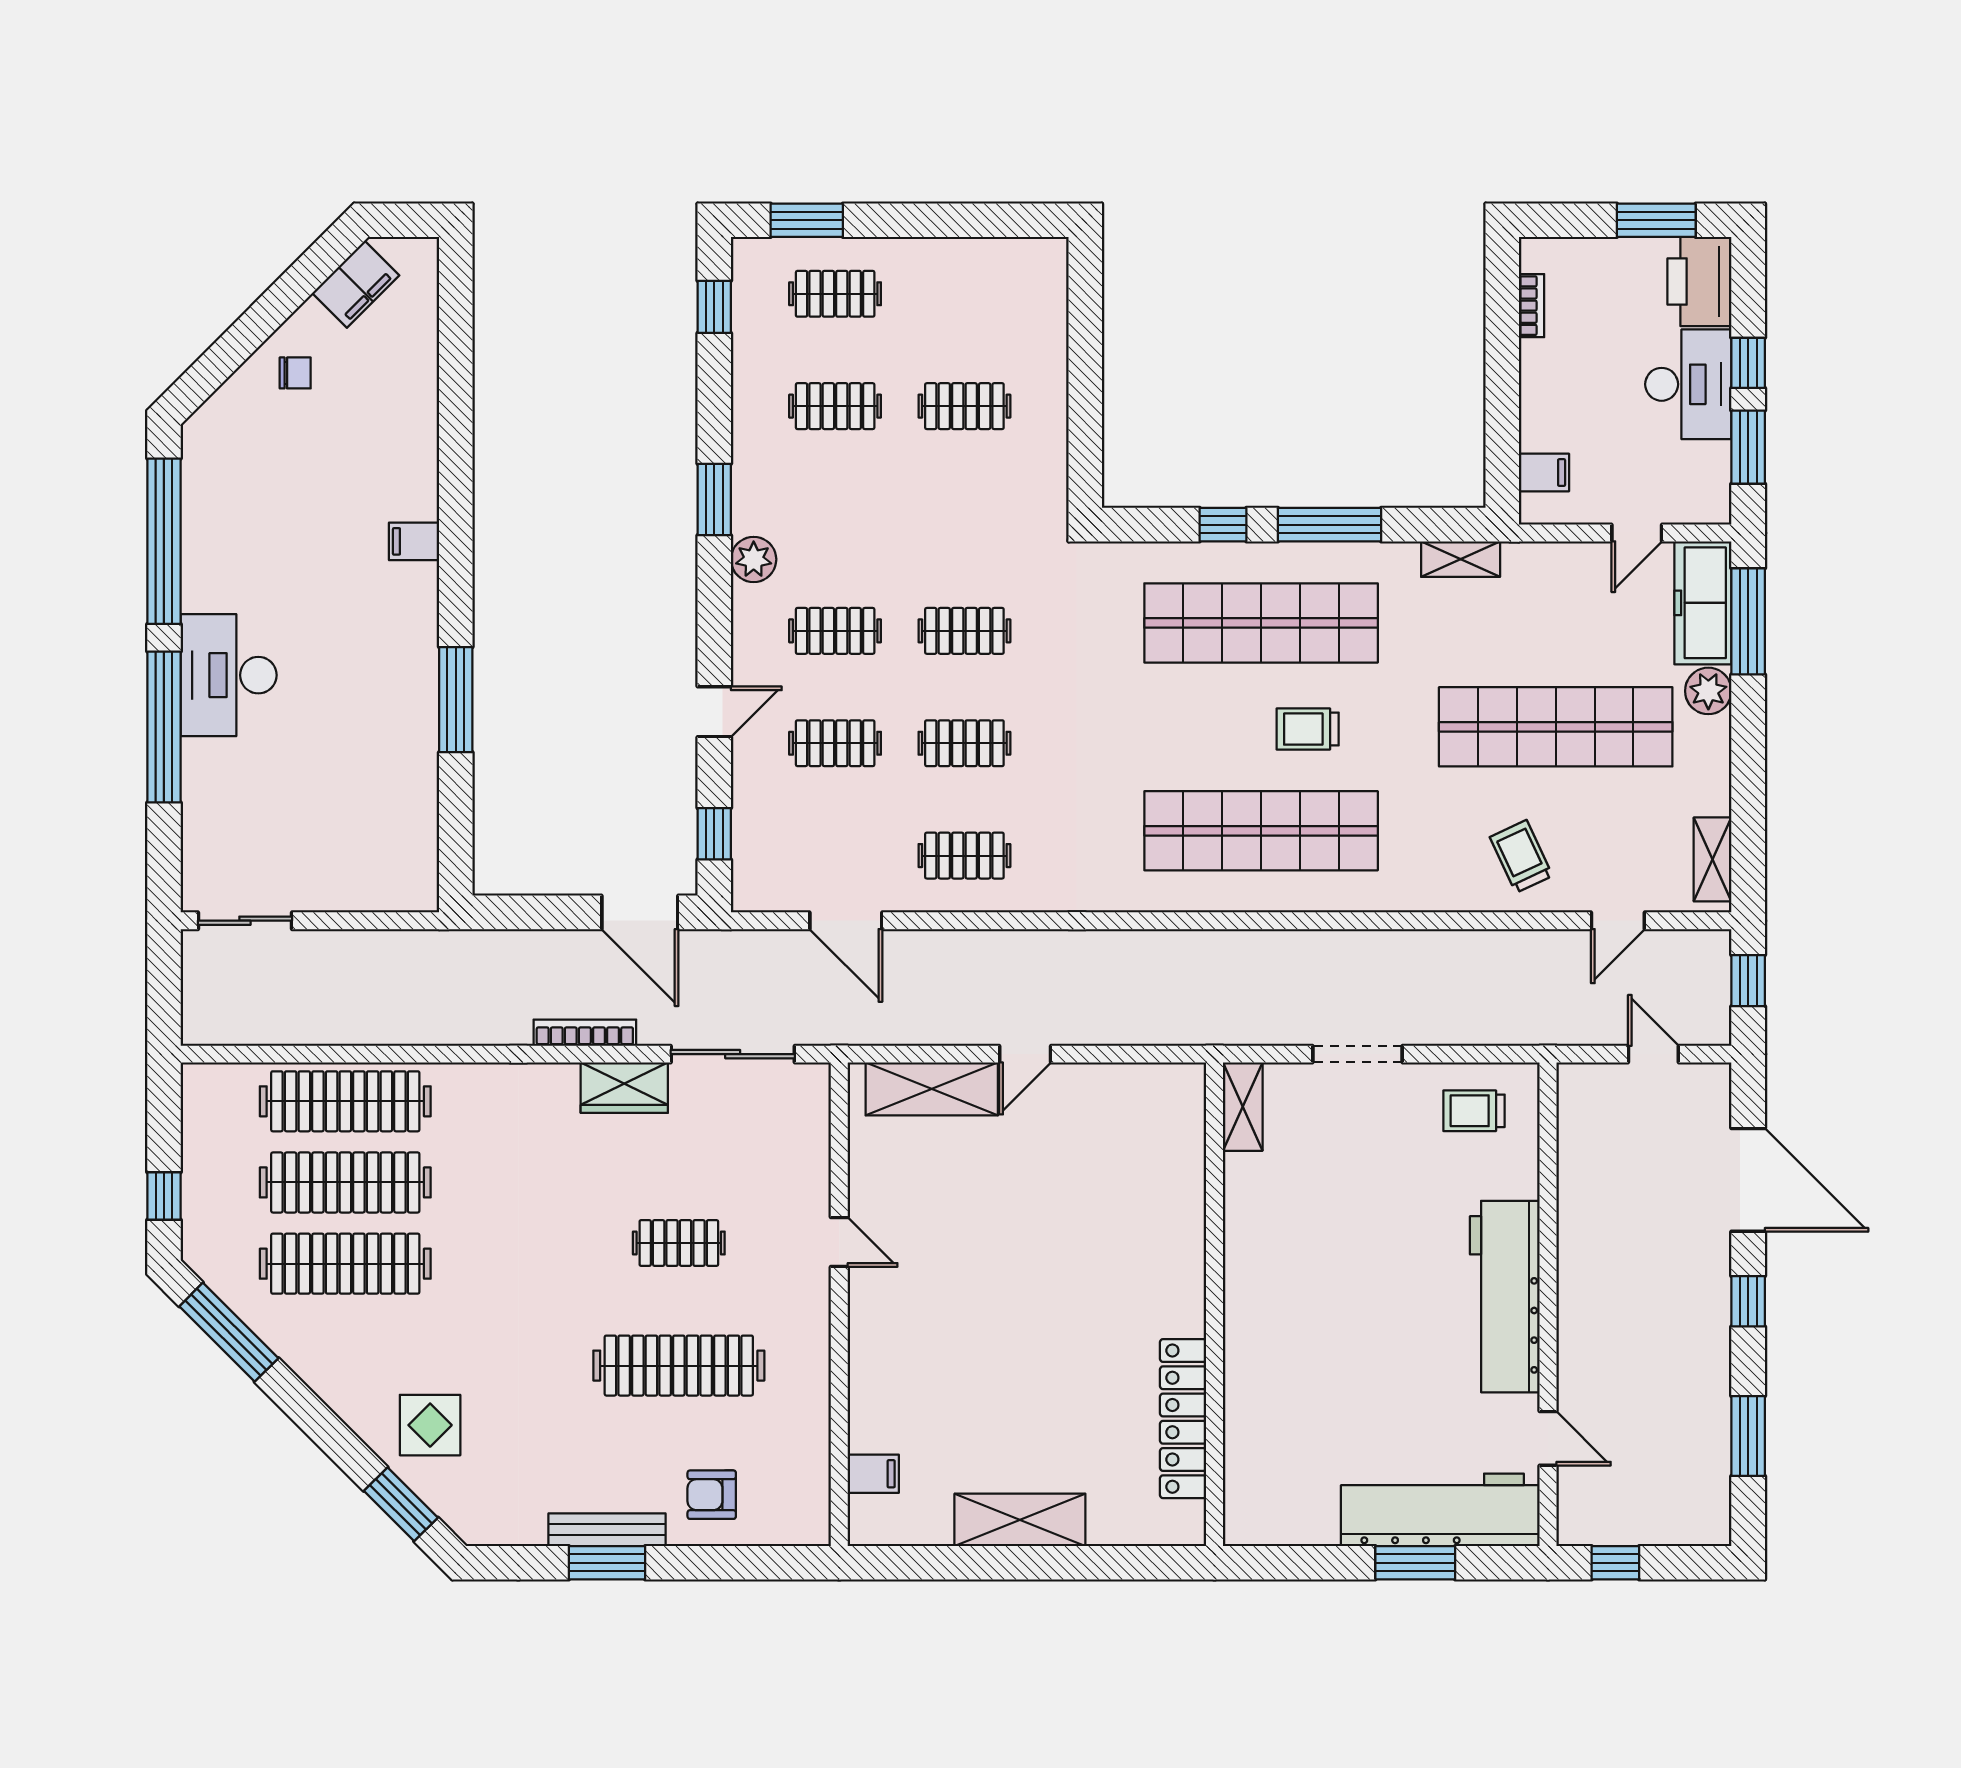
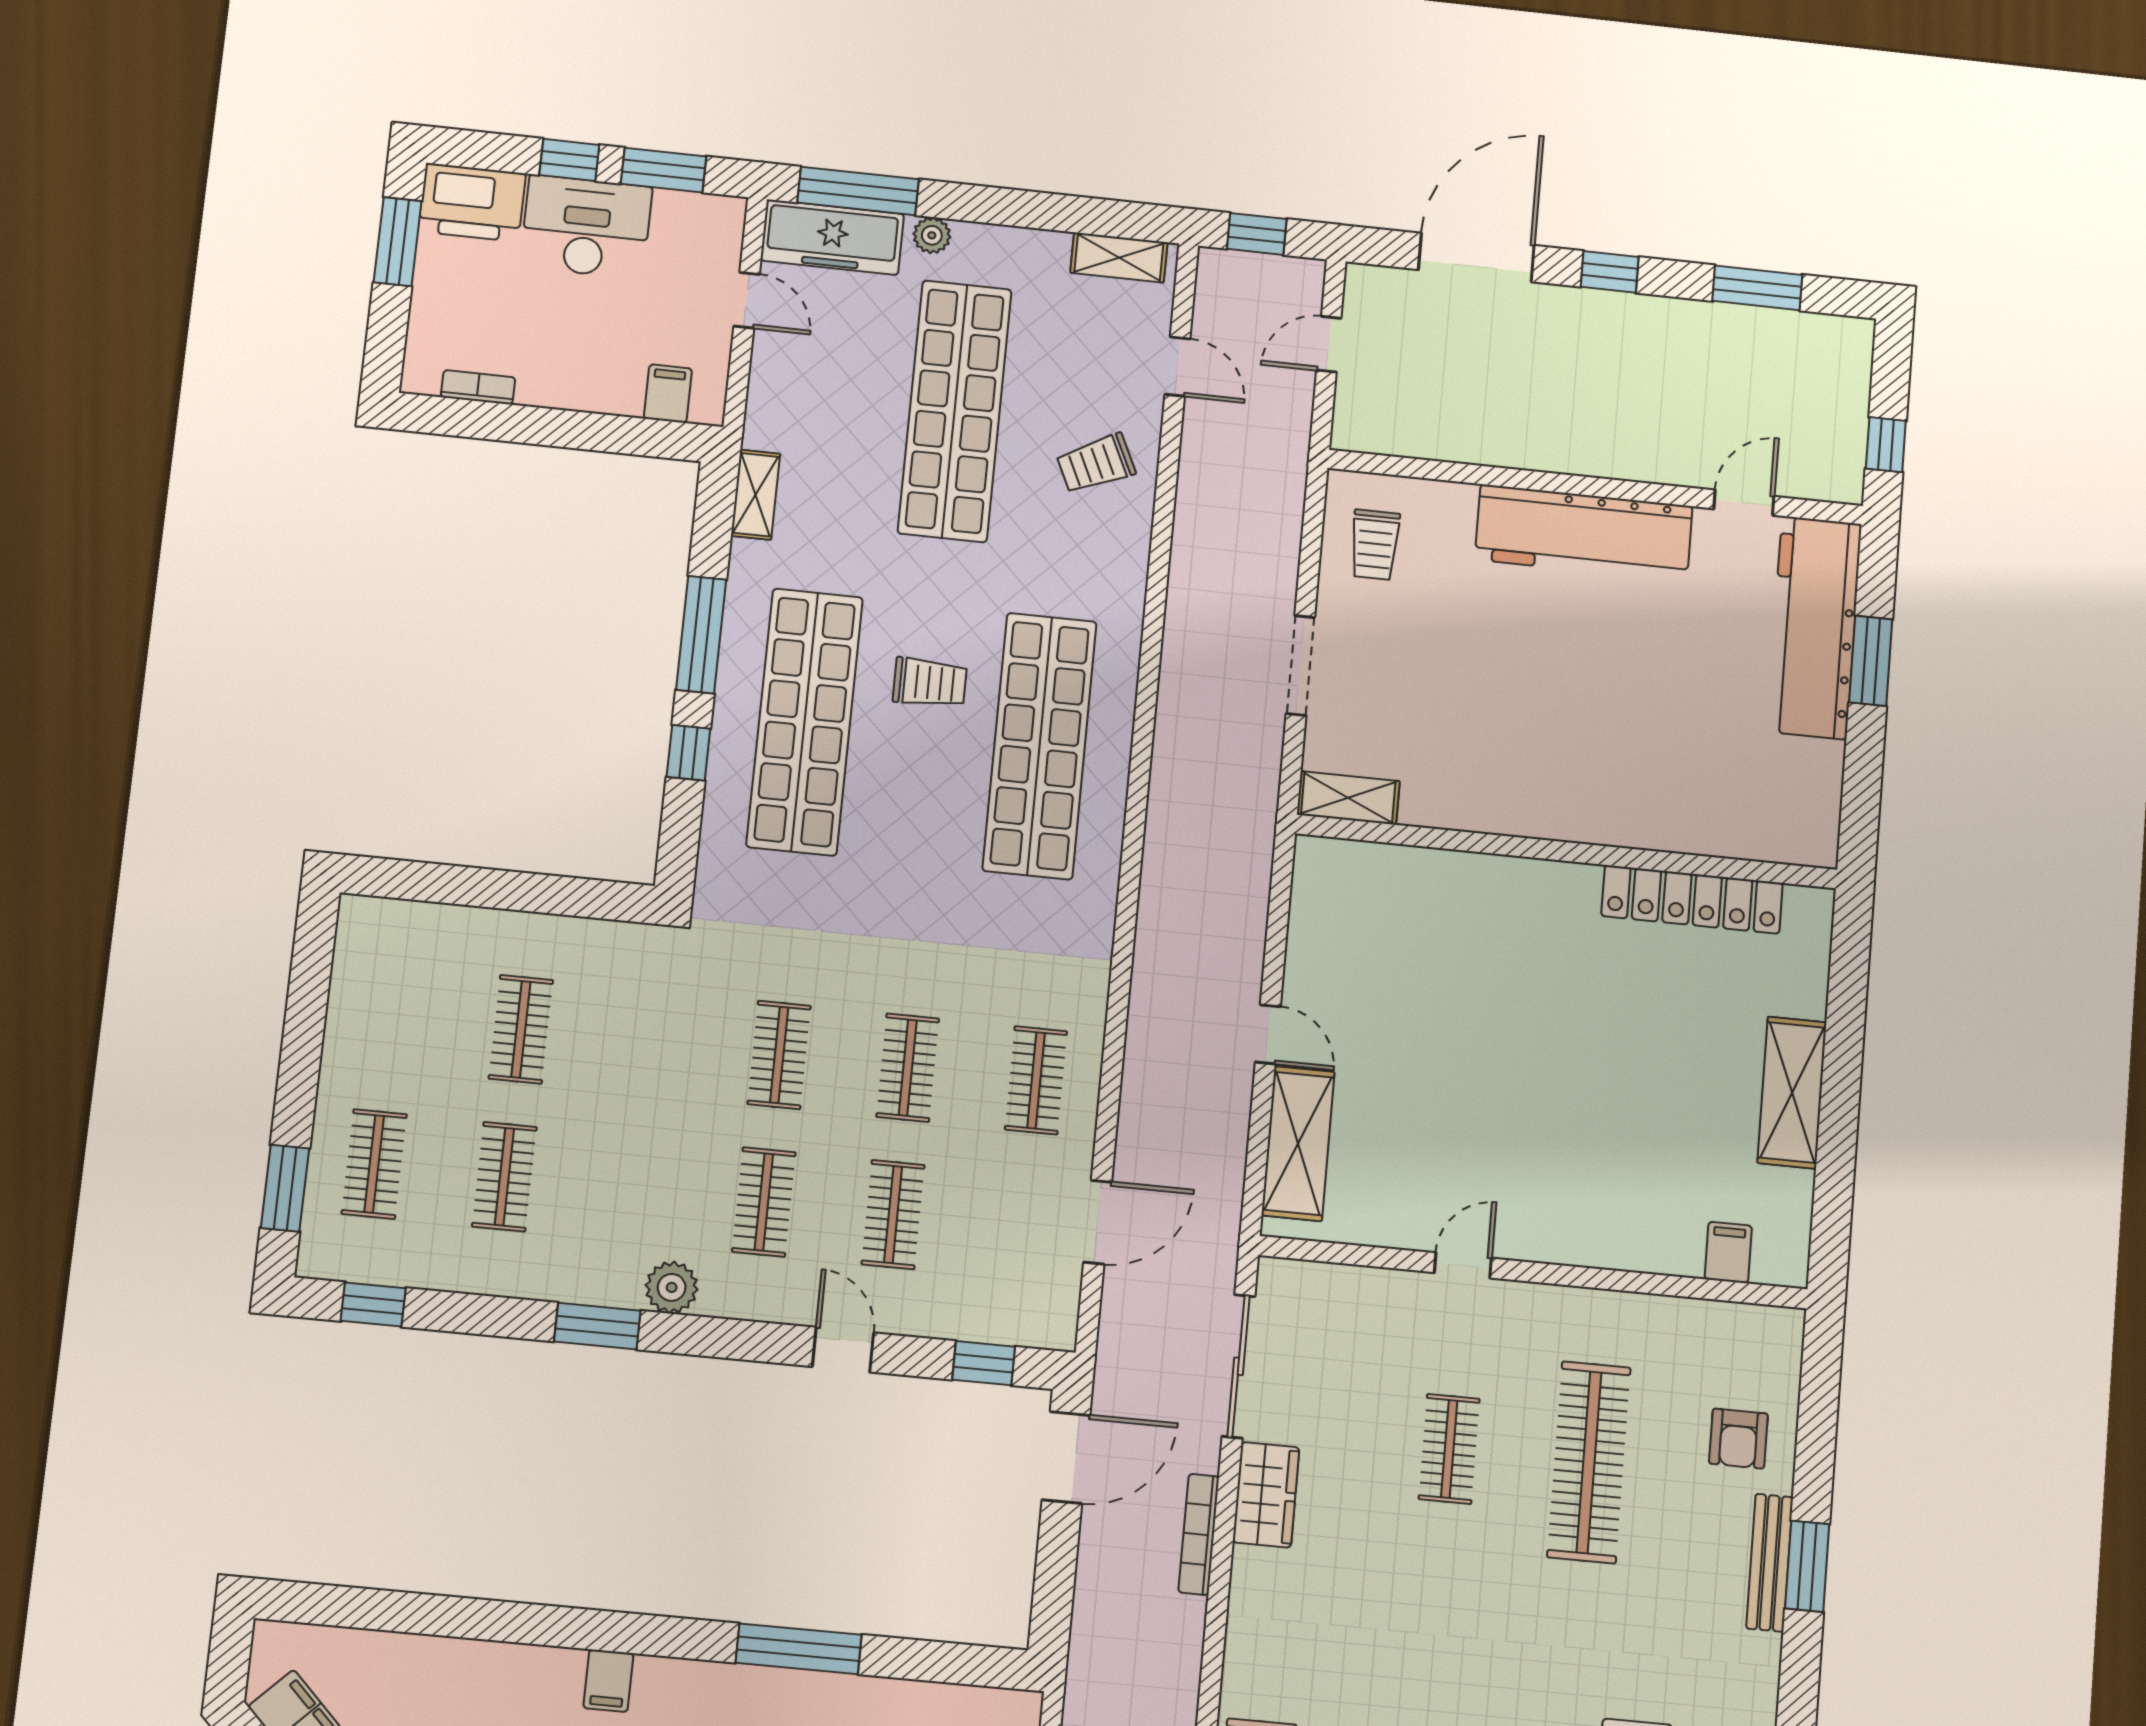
plant: (1708, 691) -> (932, 235), width x0.73, depth x0.73
trolley: (1308, 729) -> (930, 683), turned -90

